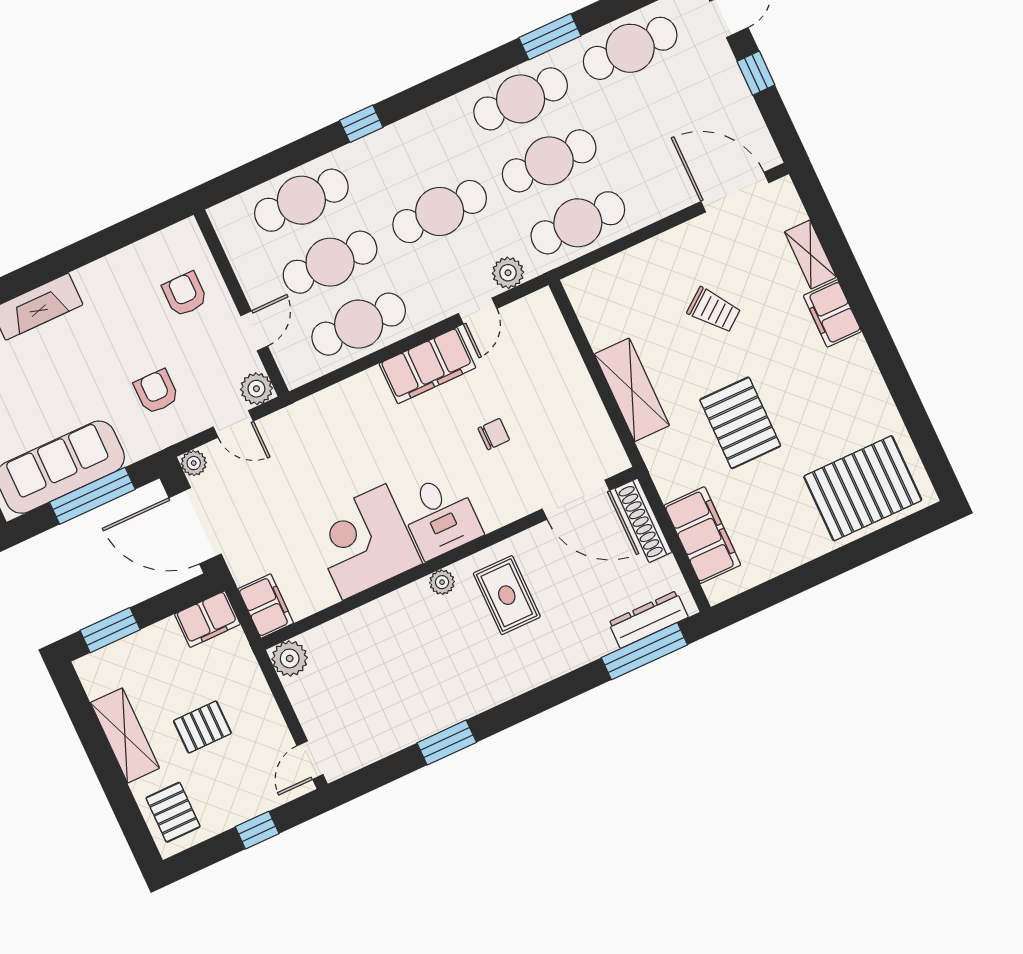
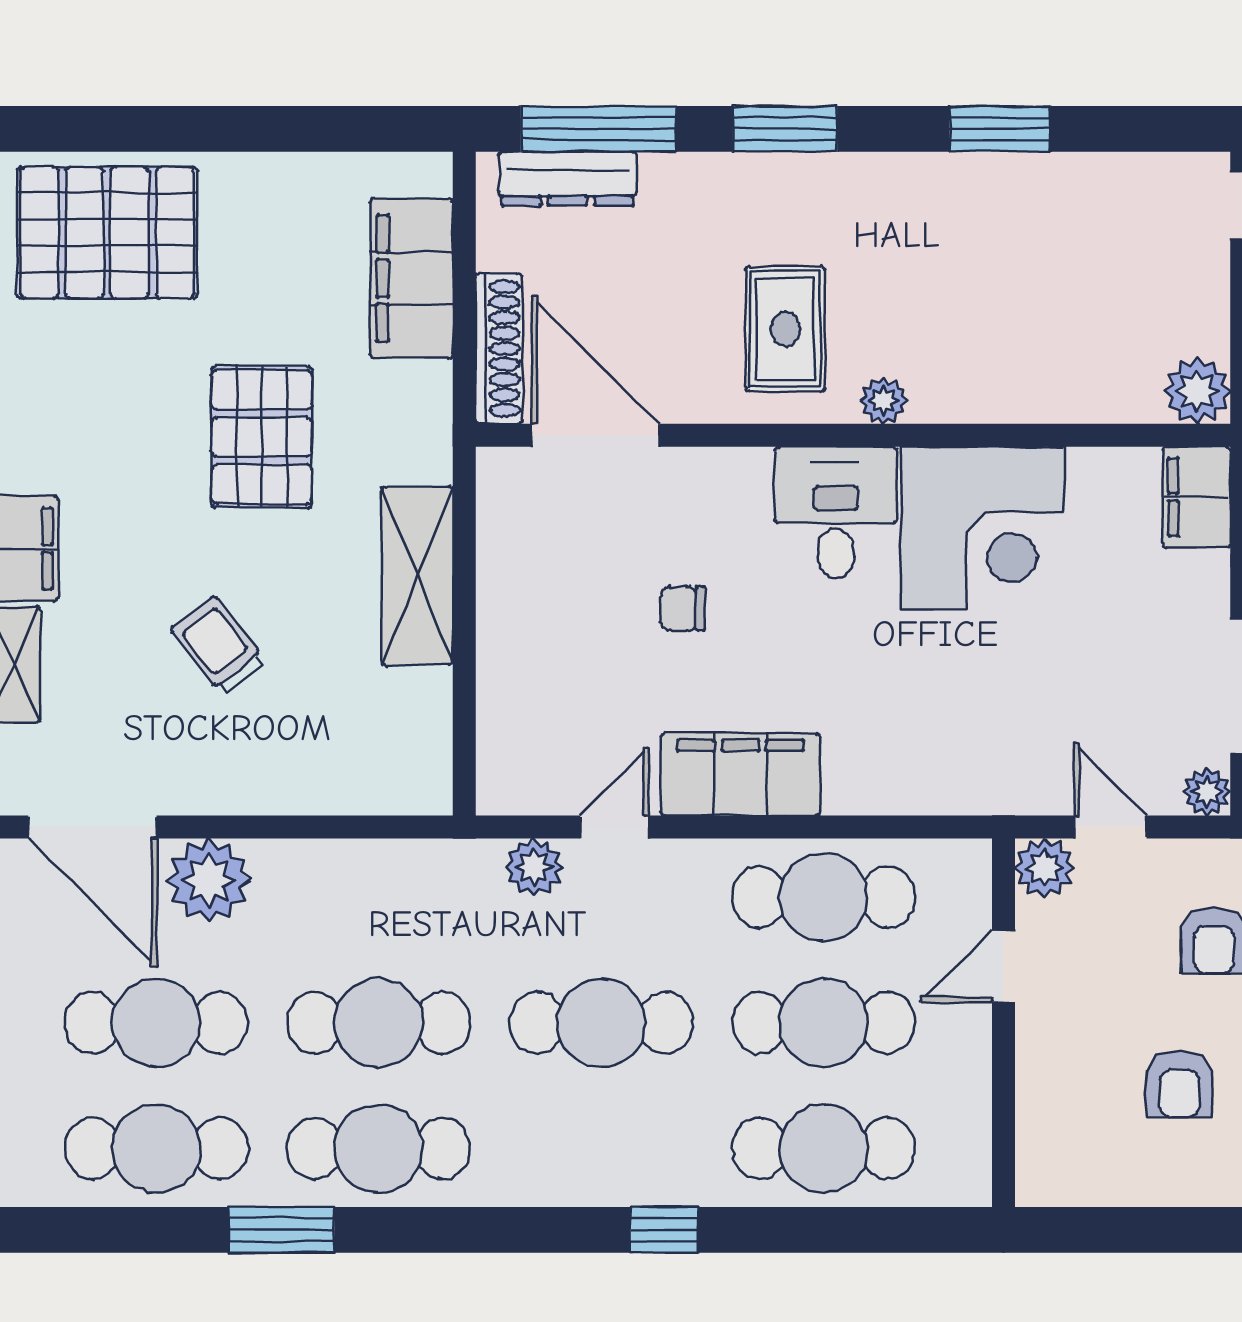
plant: (665, 192) -> (209, 880), added
cafe table: (578, 223) -> (156, 1023), moved
armchair: (185, 294) -> (1180, 1084), moved
window: (552, 694) -> (785, 129), added

